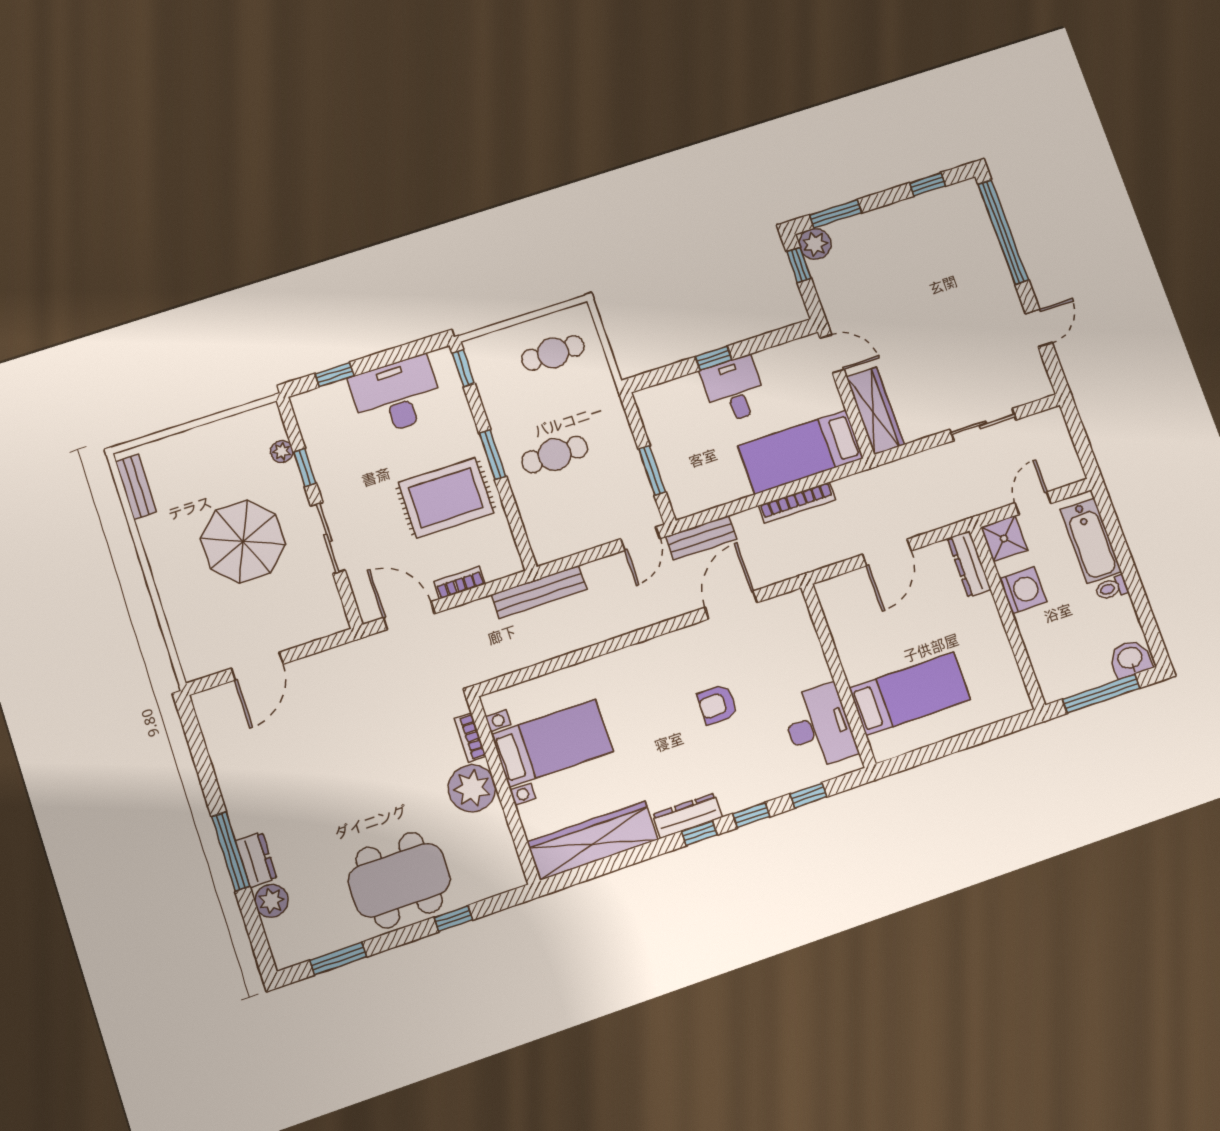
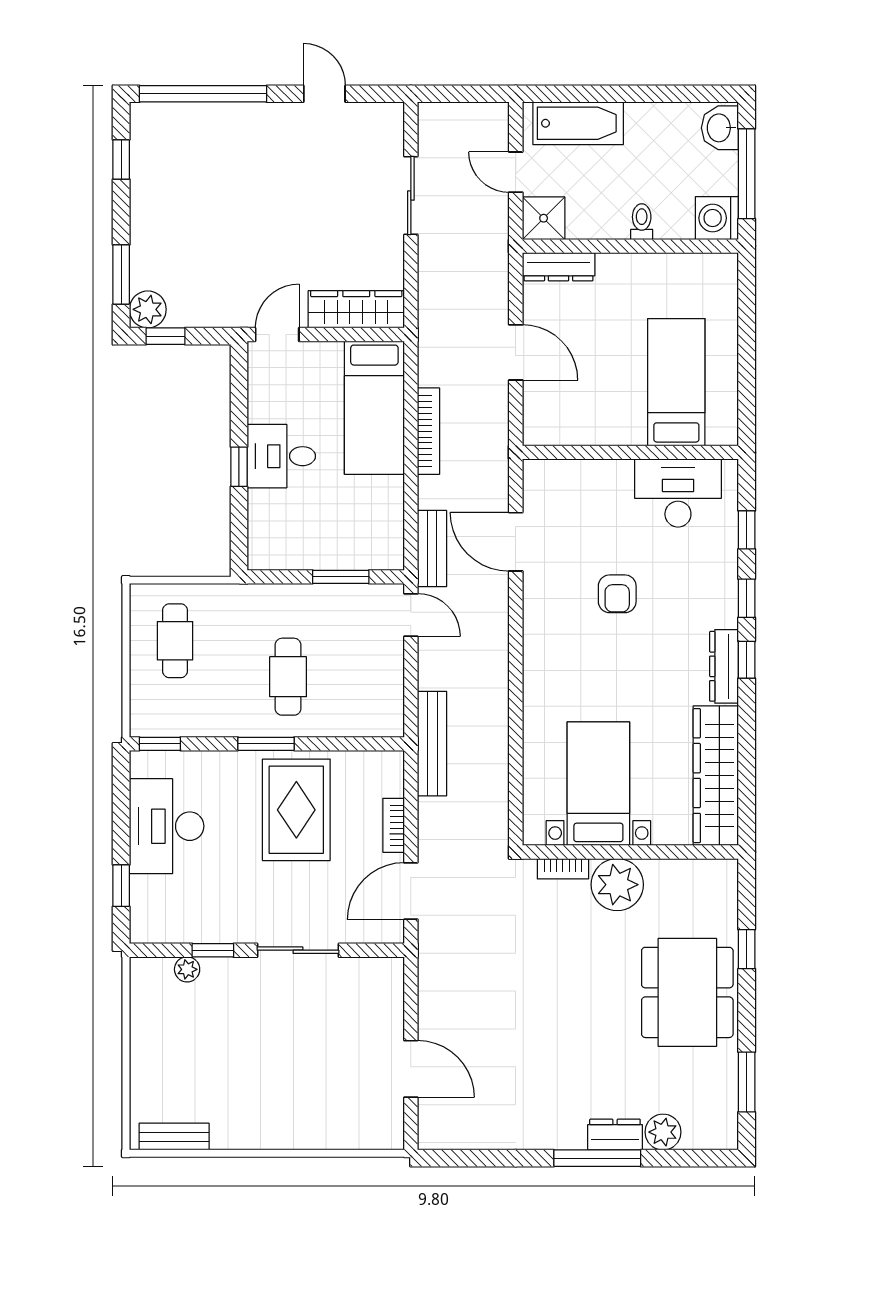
parasol: (243, 542) -> (272, 1042), removed
toilet: (1111, 588) -> (642, 222), moved, turned 180
washing machine: (1023, 590) -> (717, 218), moved, turned -90

